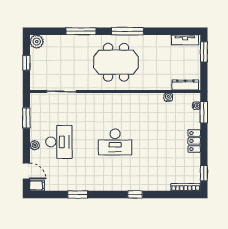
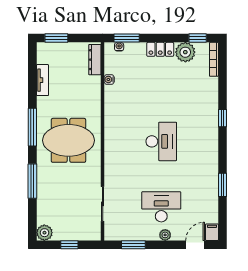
tv unit: (185, 40) -> (42, 80), moved
meeting table: (116, 62) -> (68, 140), turned 90
plant: (192, 163) -> (185, 52), added

